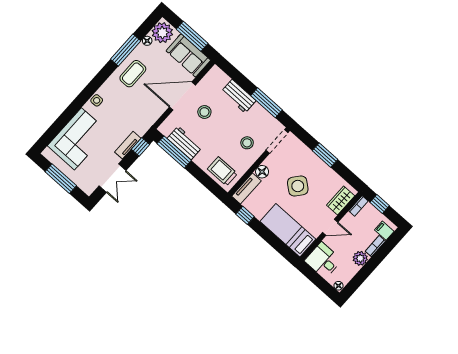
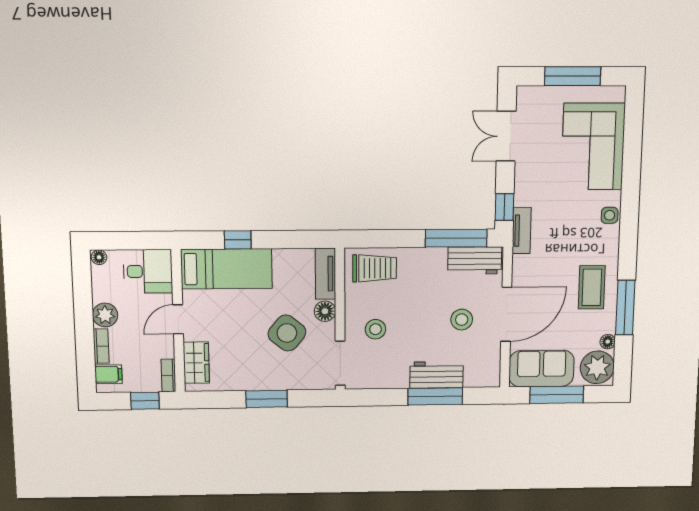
window: (267, 103) -> (435, 396), moved
workbench: (185, 143) -> (475, 261), moved
tv unit: (128, 145) -> (522, 231), moved
side table: (298, 186) -> (287, 333), moved
window: (245, 215) -> (238, 240), moved

